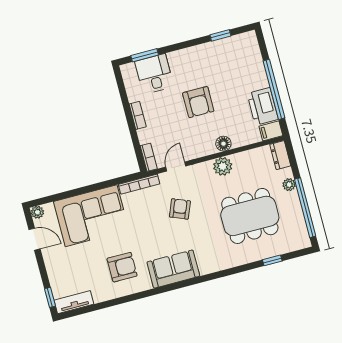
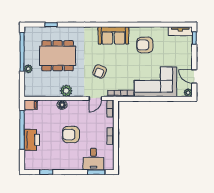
armchair: (198, 102) -> (71, 134), turned -90
printer: (263, 106) -> (32, 140), moved
dresser: (280, 155) -> (29, 88), removed

